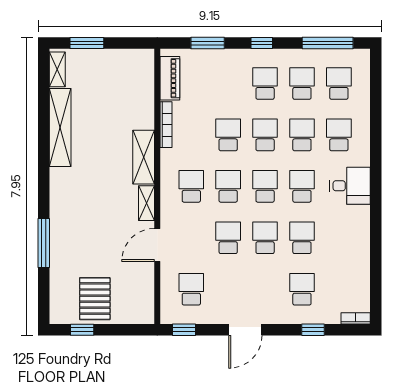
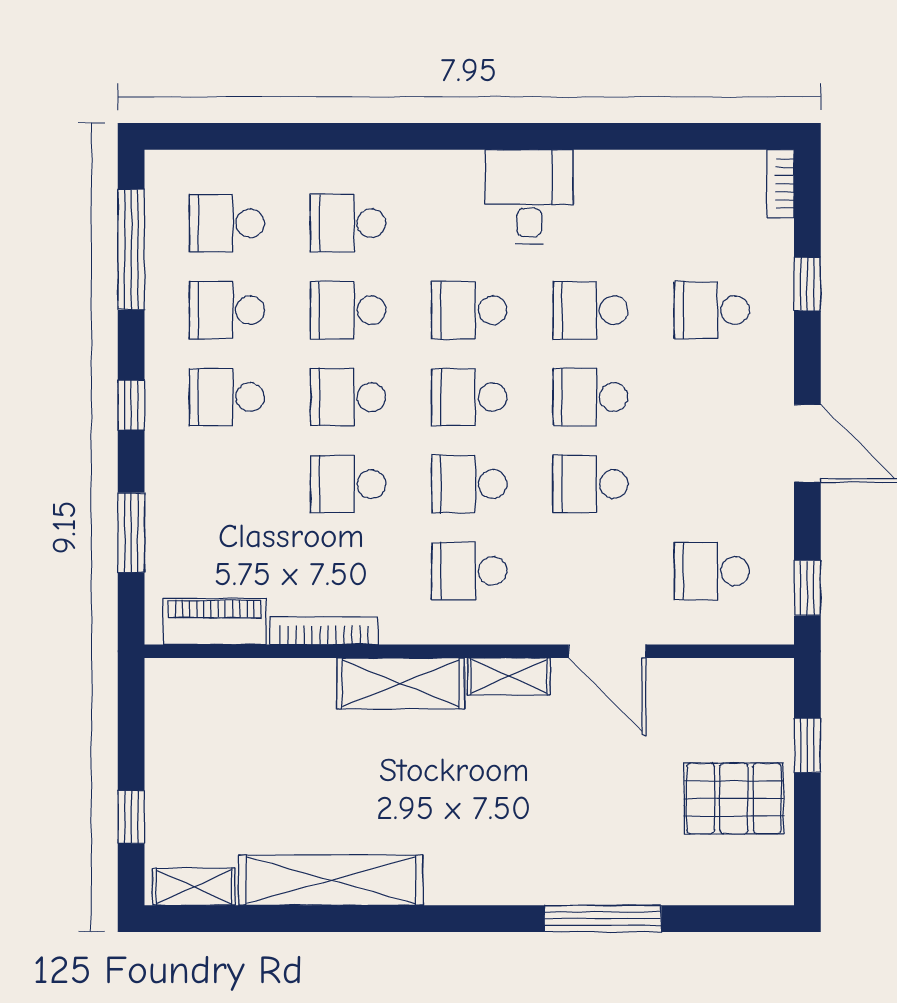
window: (87, 43) -> (131, 817), width x0.67
desk: (350, 186) -> (529, 197), moved
window: (82, 330) -> (807, 745), moved

